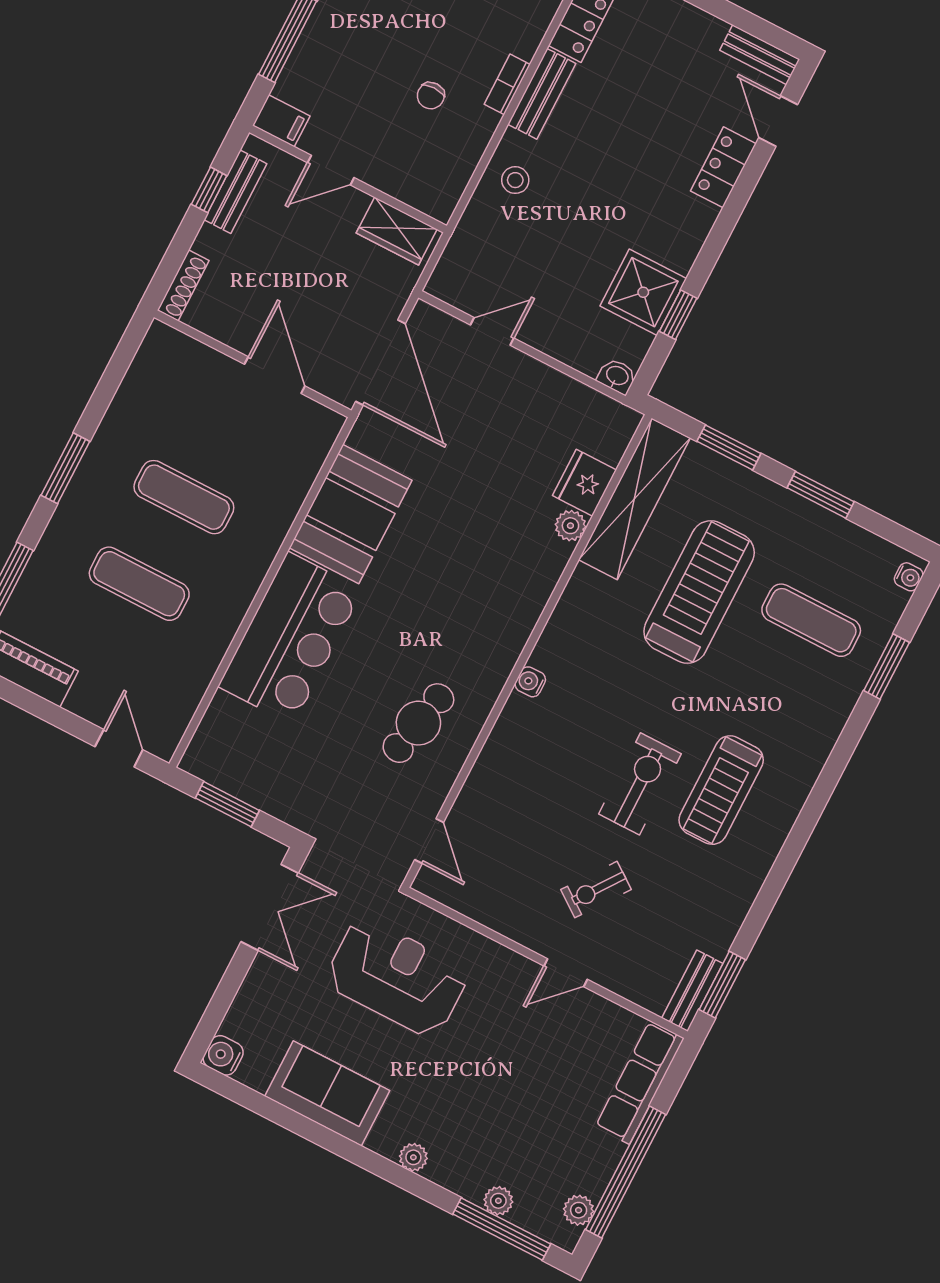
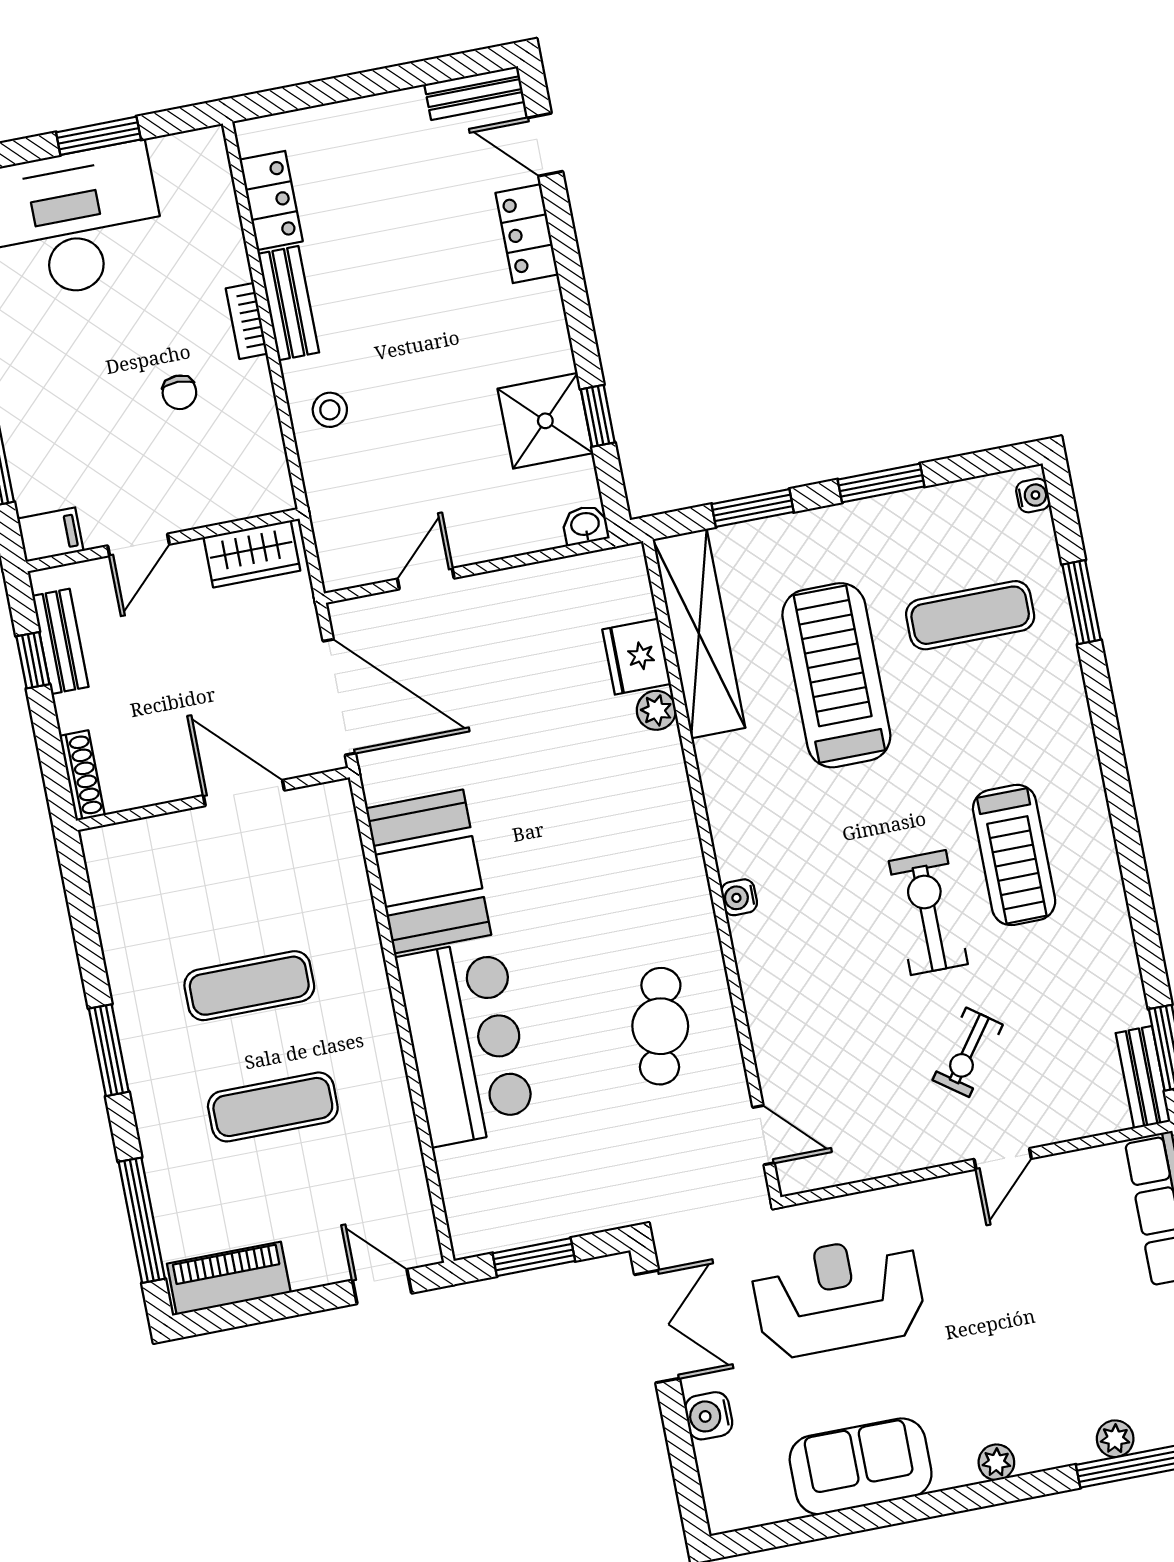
water cooler: (223, 1055) -> (709, 1416), moved

